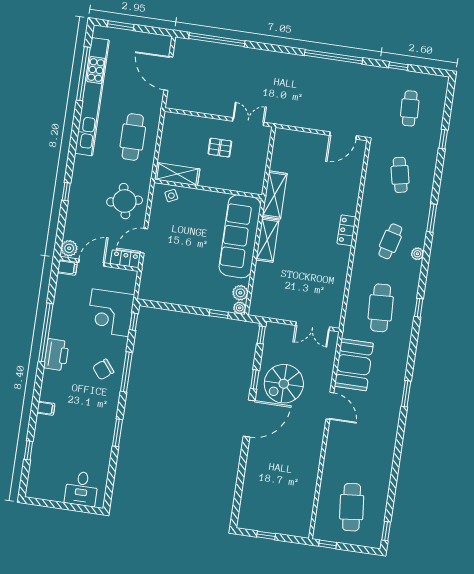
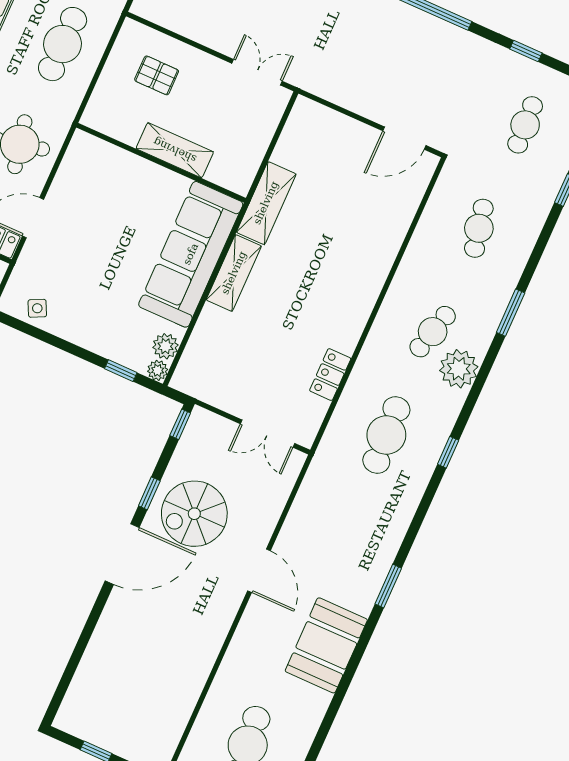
pallet: (220, 148) -> (157, 75), moved
shelving: (177, 174) -> (175, 150), moved
side table: (171, 196) -> (37, 308), moved
locker: (346, 230) -> (330, 375), moved
plant: (417, 254) -> (459, 369), width x1.88, depth x1.88
booth: (354, 365) -> (326, 645), moved

